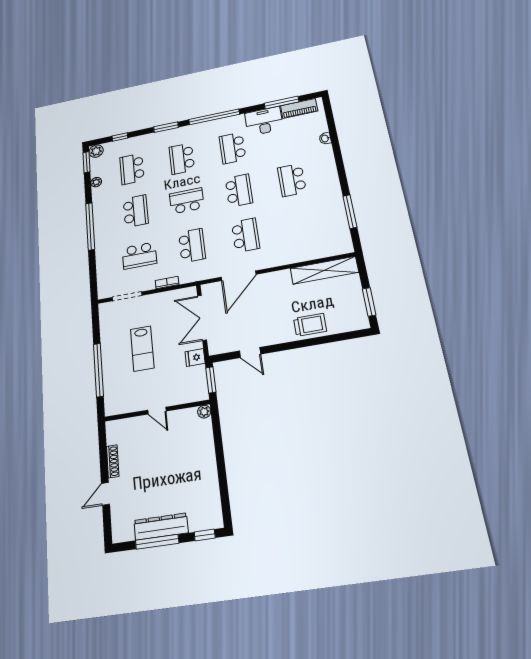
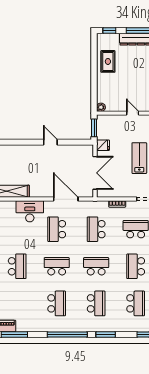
desk: (264, 121) -> (30, 211), moved, turned 180
school desk: (239, 190) -> (57, 266), turned 90
school desk: (187, 201) -> (96, 266), turned 180
door: (239, 276) -> (66, 199), hinge flipped
trolley: (310, 325) -> (23, 154), removed
door: (250, 352) -> (50, 142), moved
rug: (201, 484) -> (108, 61), added

